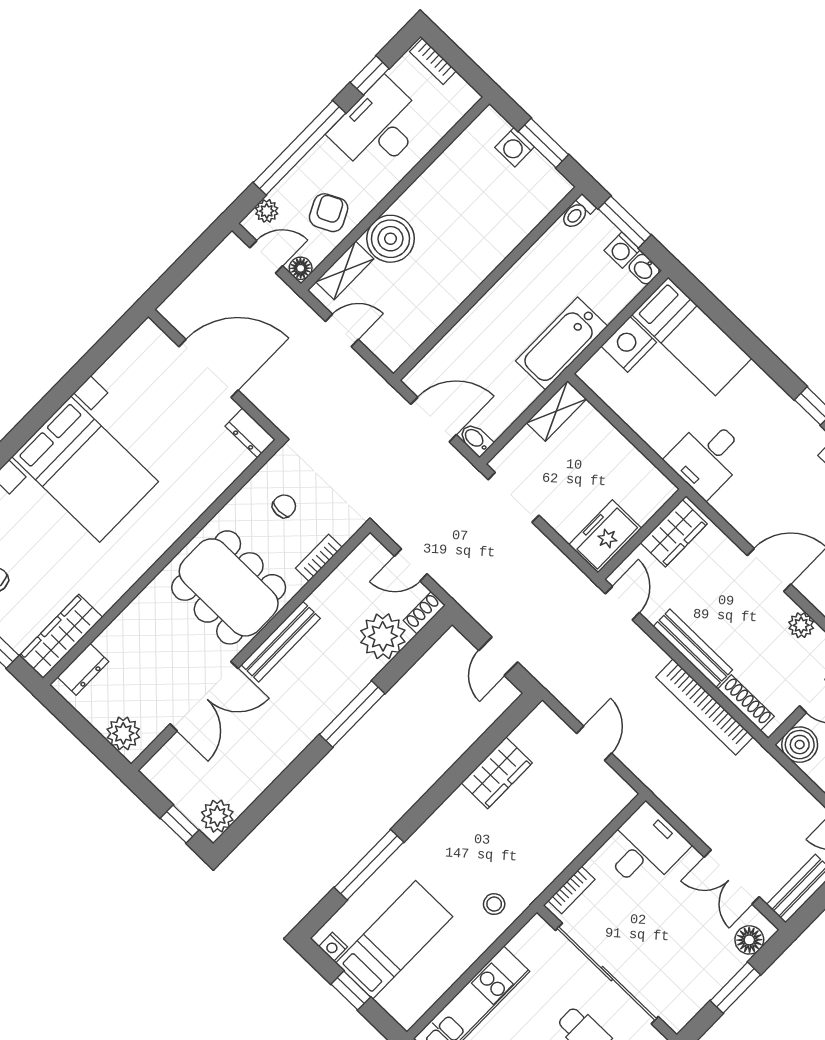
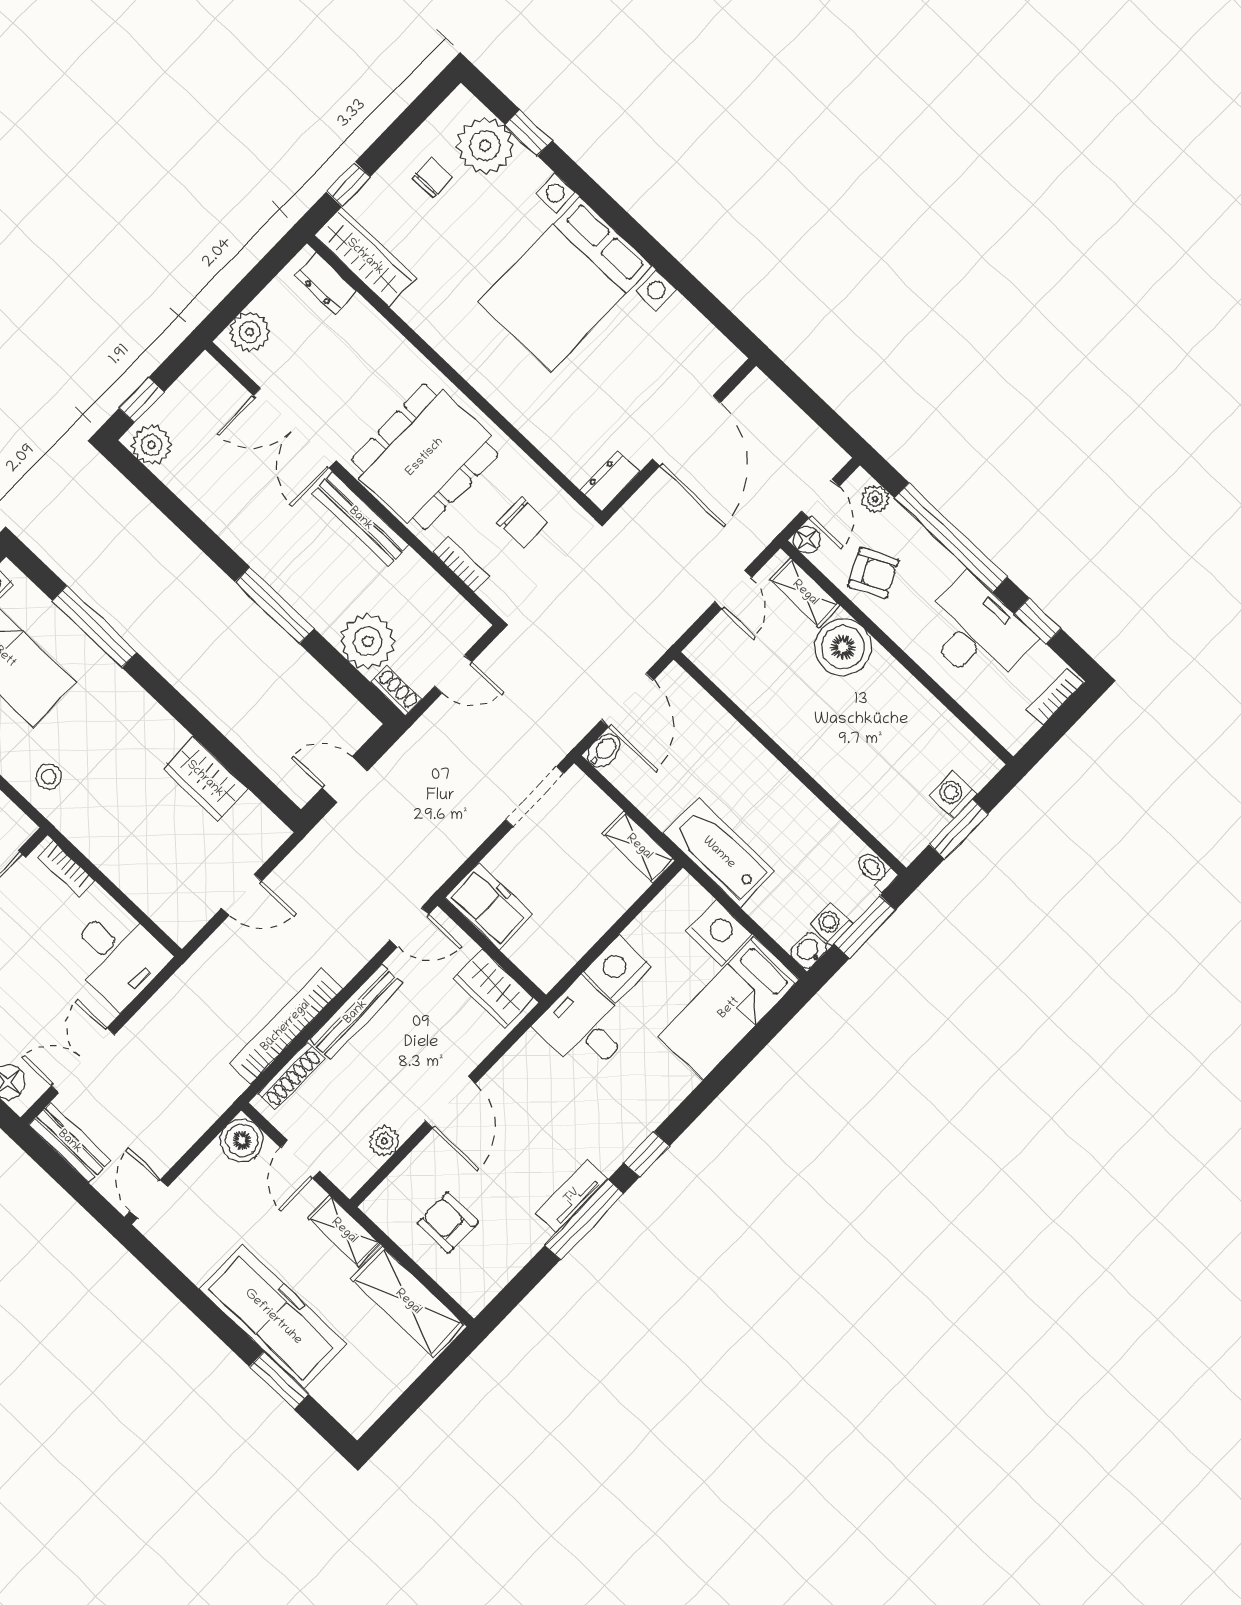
nightstand: (658, 429) -> (617, 969), added
chair: (284, 506) -> (522, 522), width x1.37, depth x1.37
door: (411, 565) -> (453, 674), swing flipped

